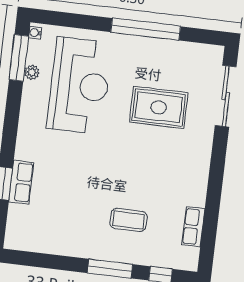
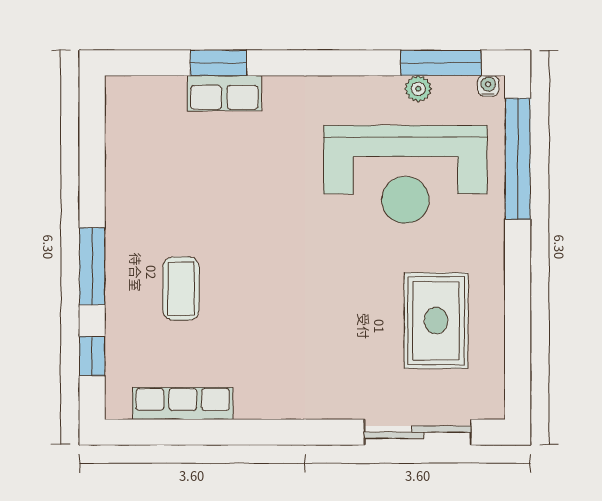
window: (146, 29) -> (518, 159), moved
rug: (159, 107) -> (436, 321), moved
row of seats: (193, 227) -> (183, 403), width x1.48

